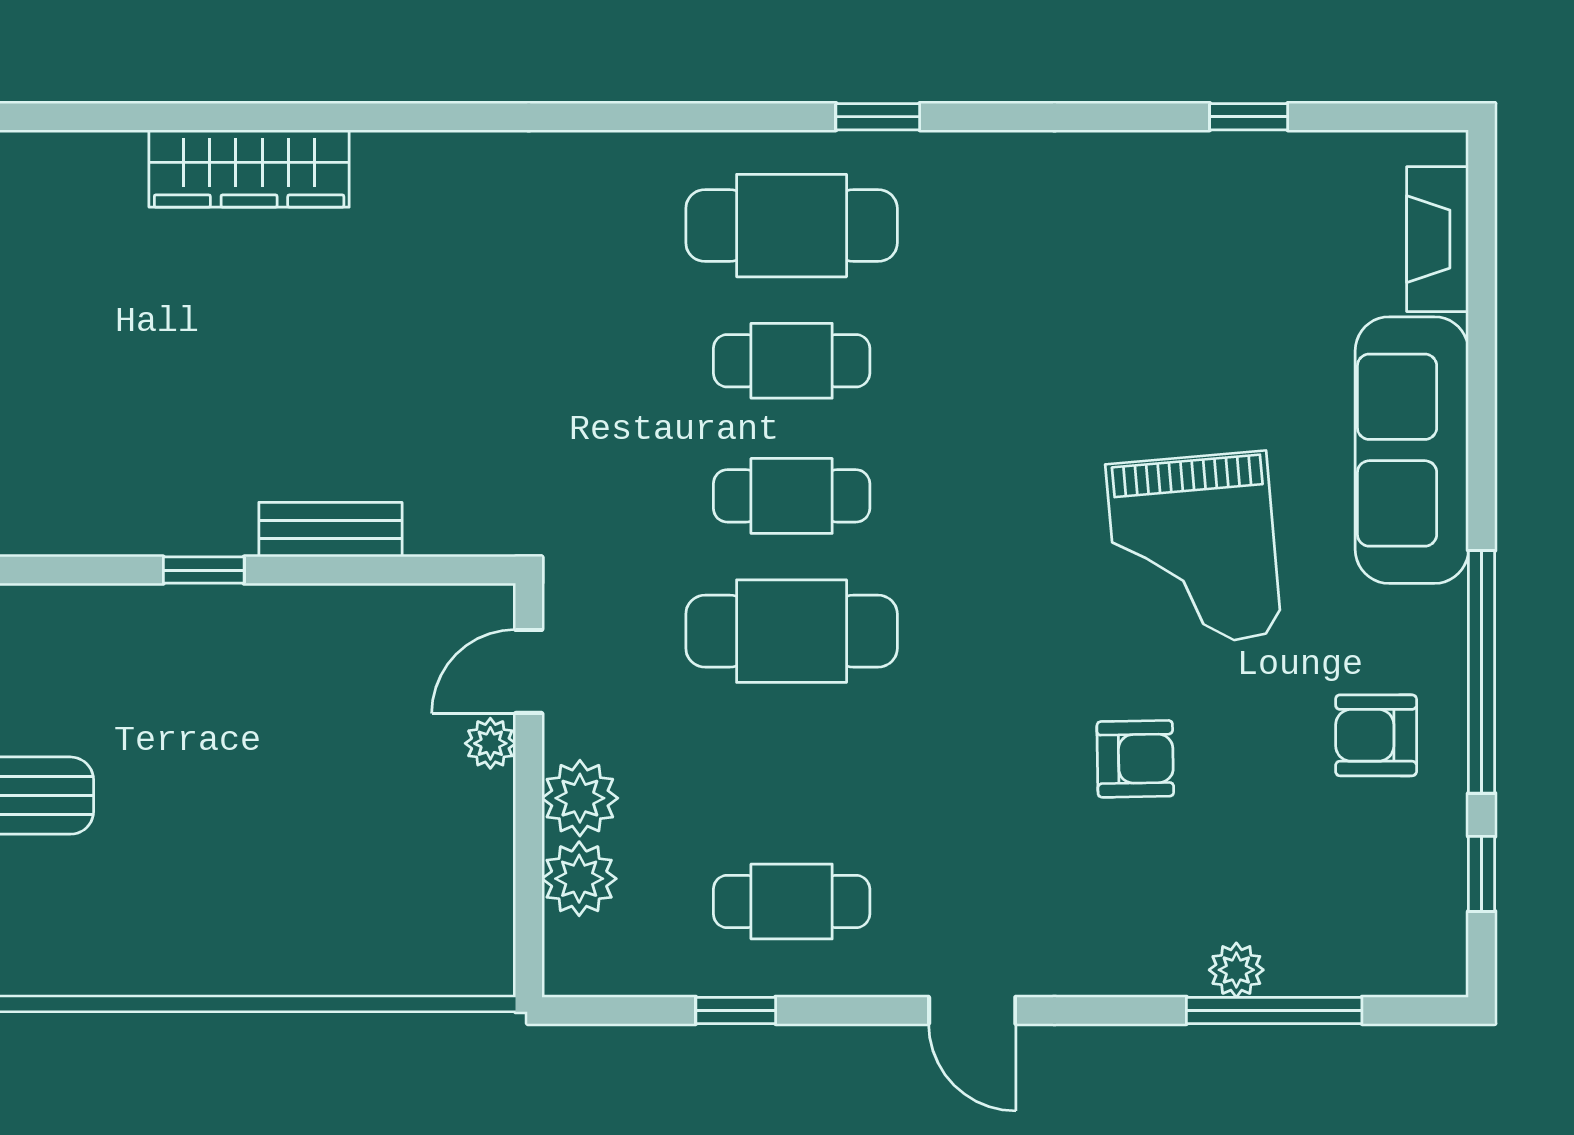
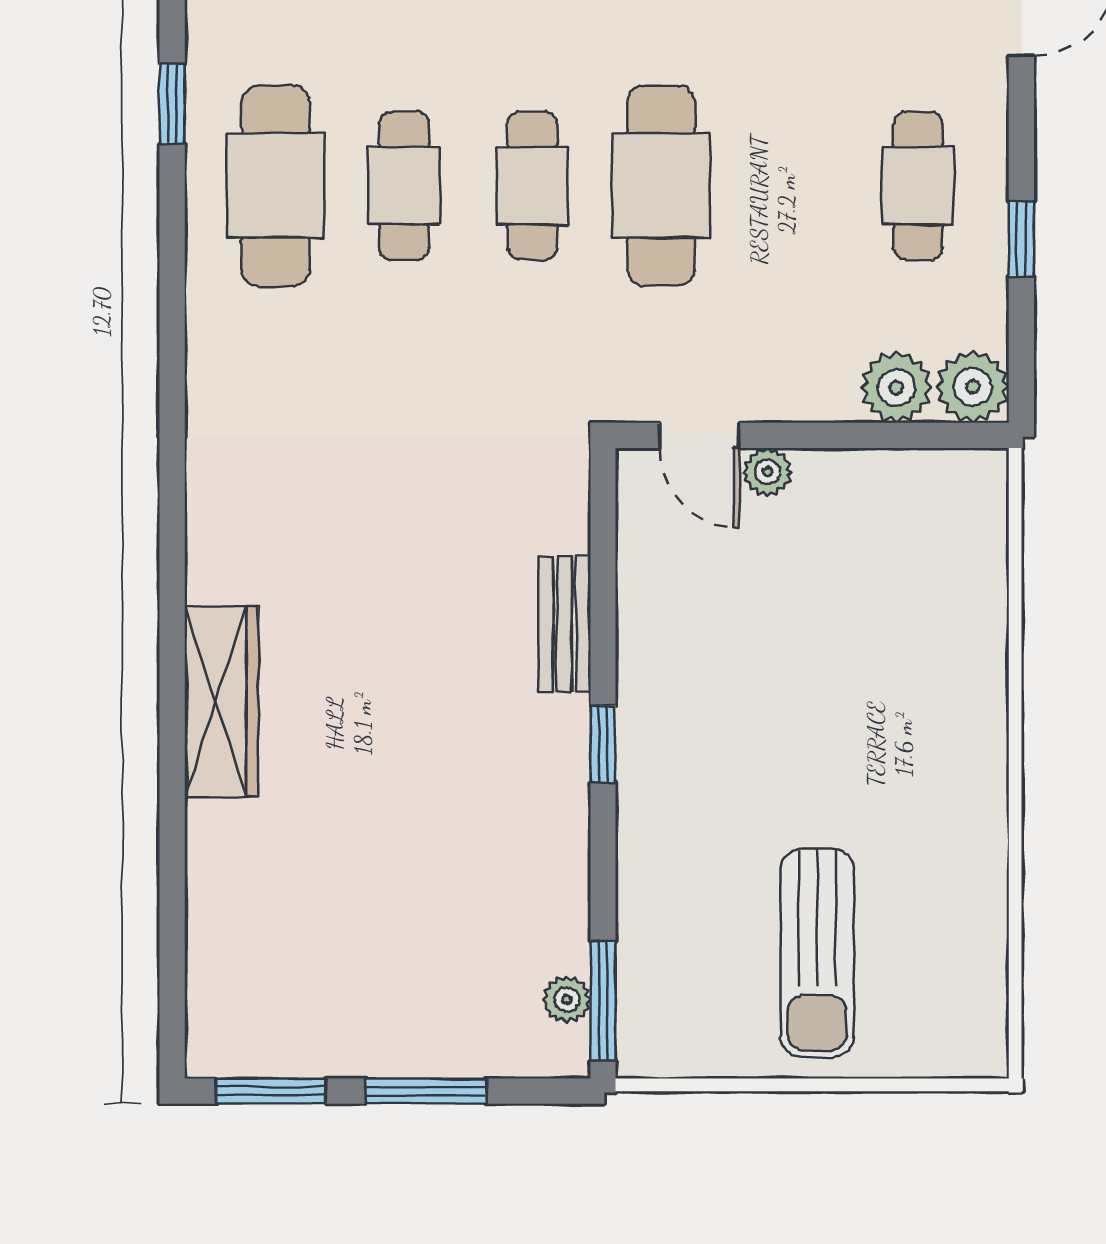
plant: (580, 798) -> (973, 387), moved

